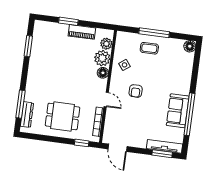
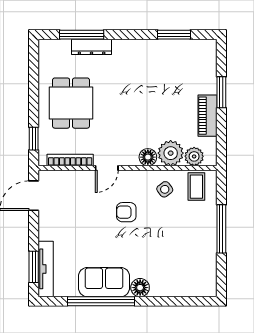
floor lamp: (190, 46) -> (140, 288), moved
coffee table: (149, 48) -> (196, 187), moved
dresser: (27, 115) -> (92, 47), moved

